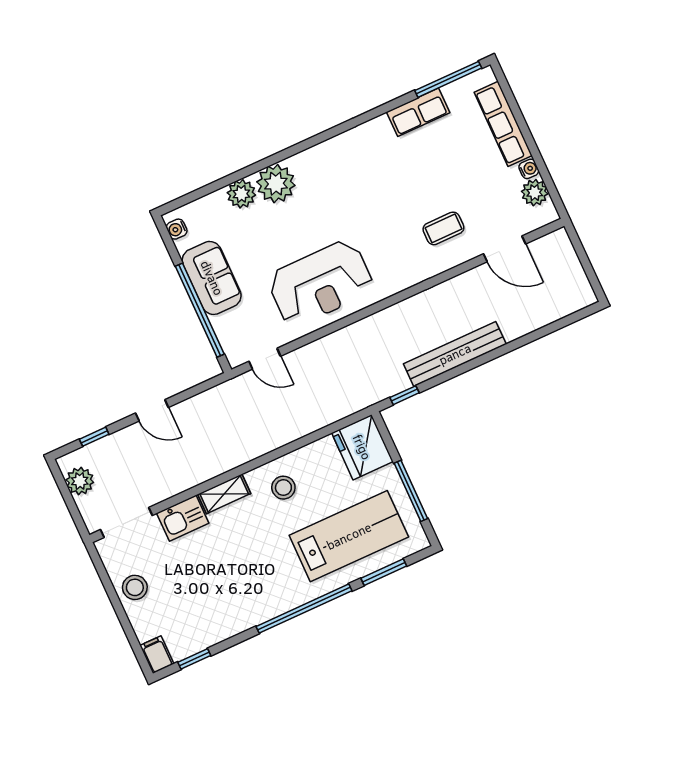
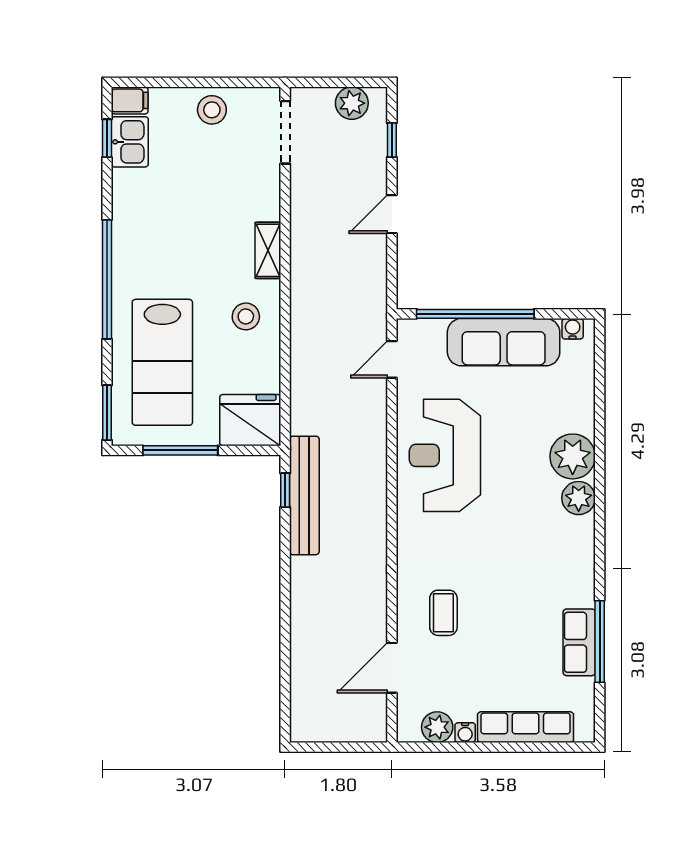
window: (448, 79) -> (600, 642), moved
plant: (241, 194) -> (579, 498), moved
sofa: (212, 278) -> (504, 342), width x1.36
bench: (455, 354) -> (304, 495), moved
kitchen sink: (183, 518) -> (130, 142), moved, turned 180
window: (384, 572) -> (107, 413), moved

